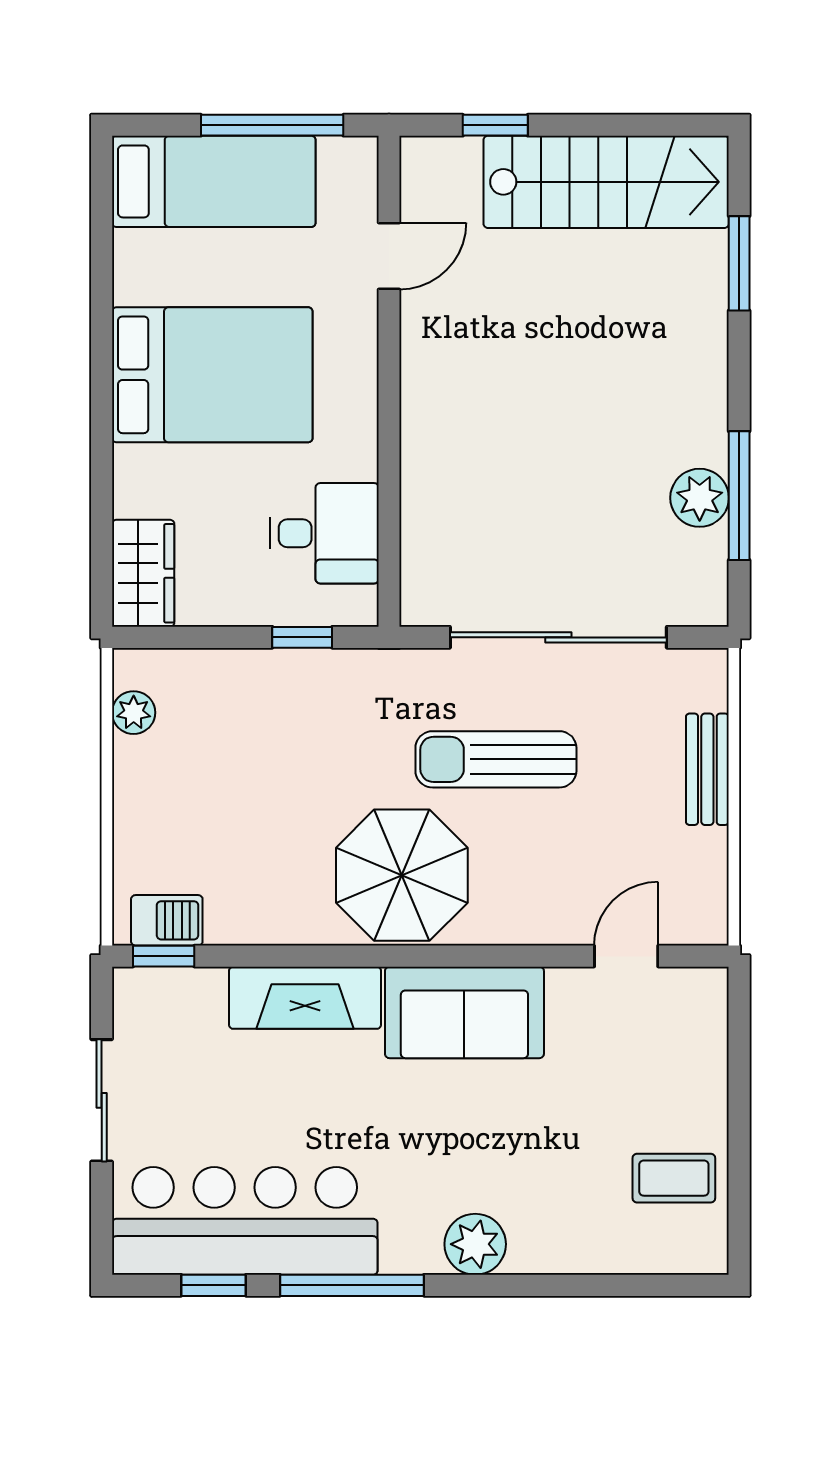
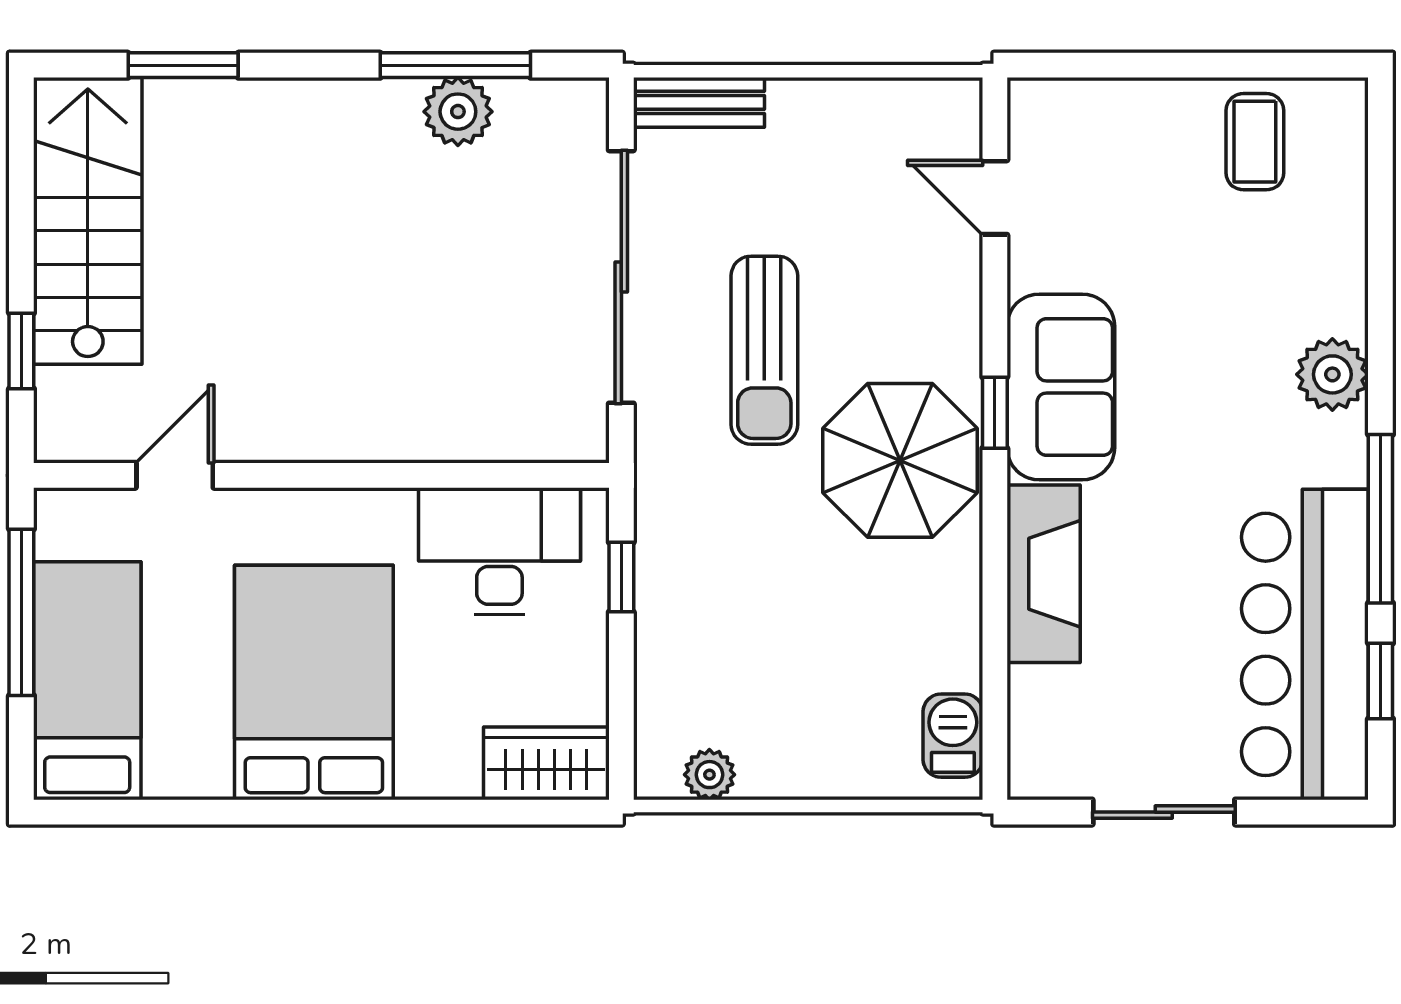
door: (389, 256) -> (175, 475), hinge flipped
desk: (324, 533) -> (499, 551), width x1.37
bench: (707, 769) -> (699, 102), moved
window: (164, 956) -> (995, 413), moved

